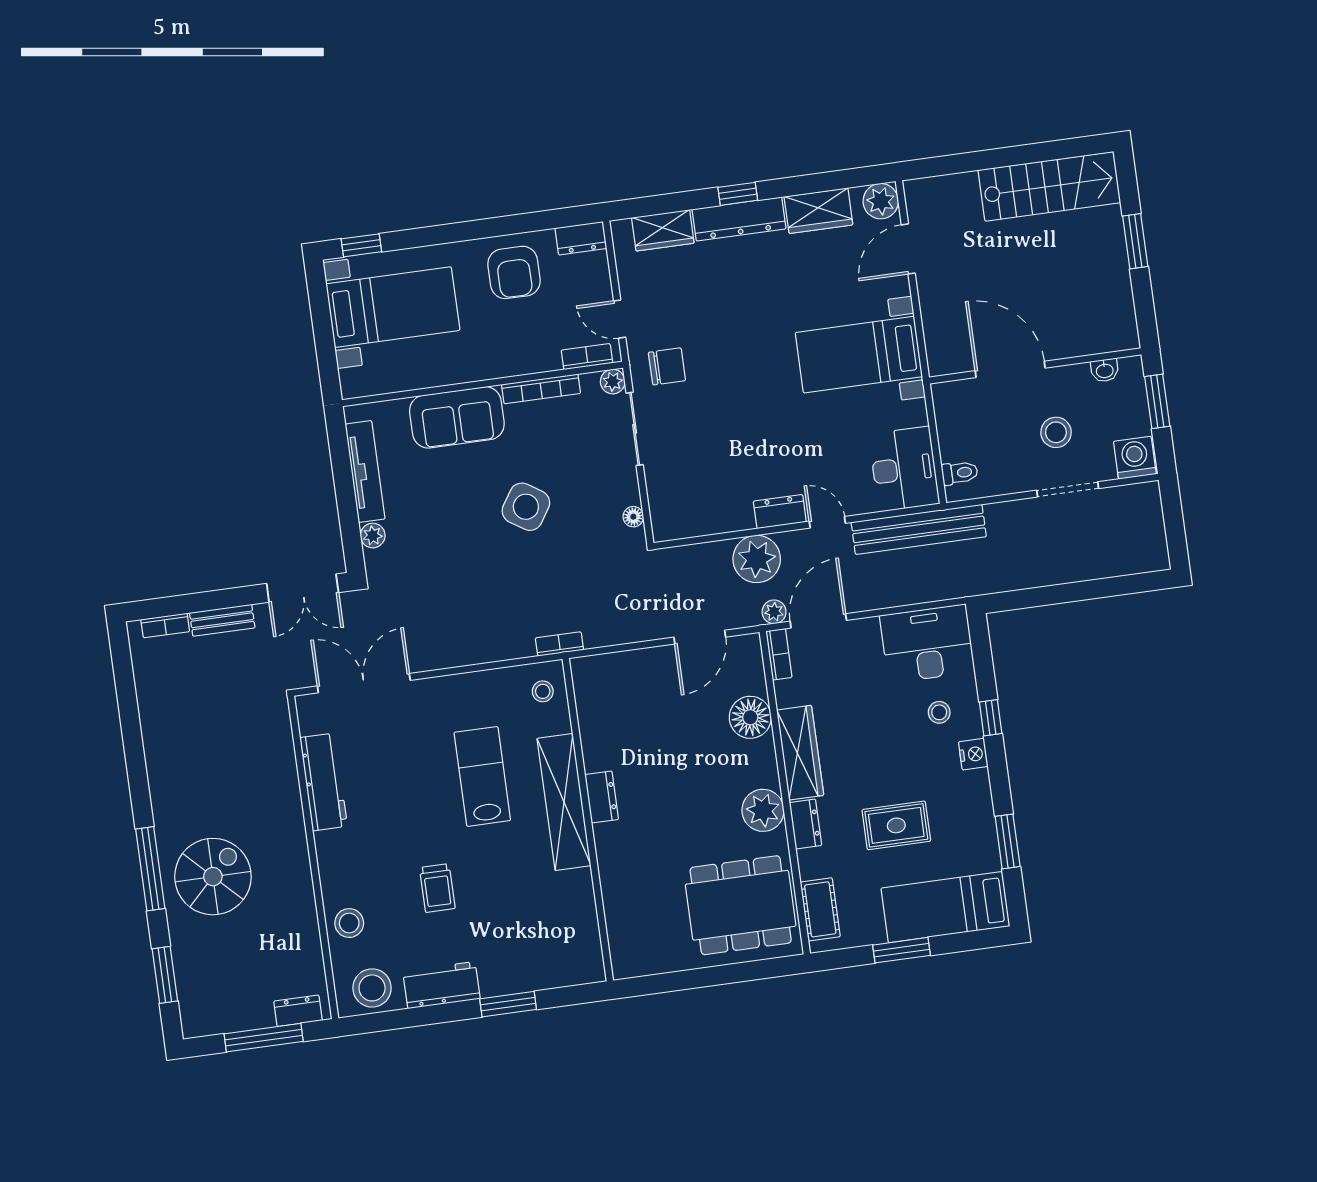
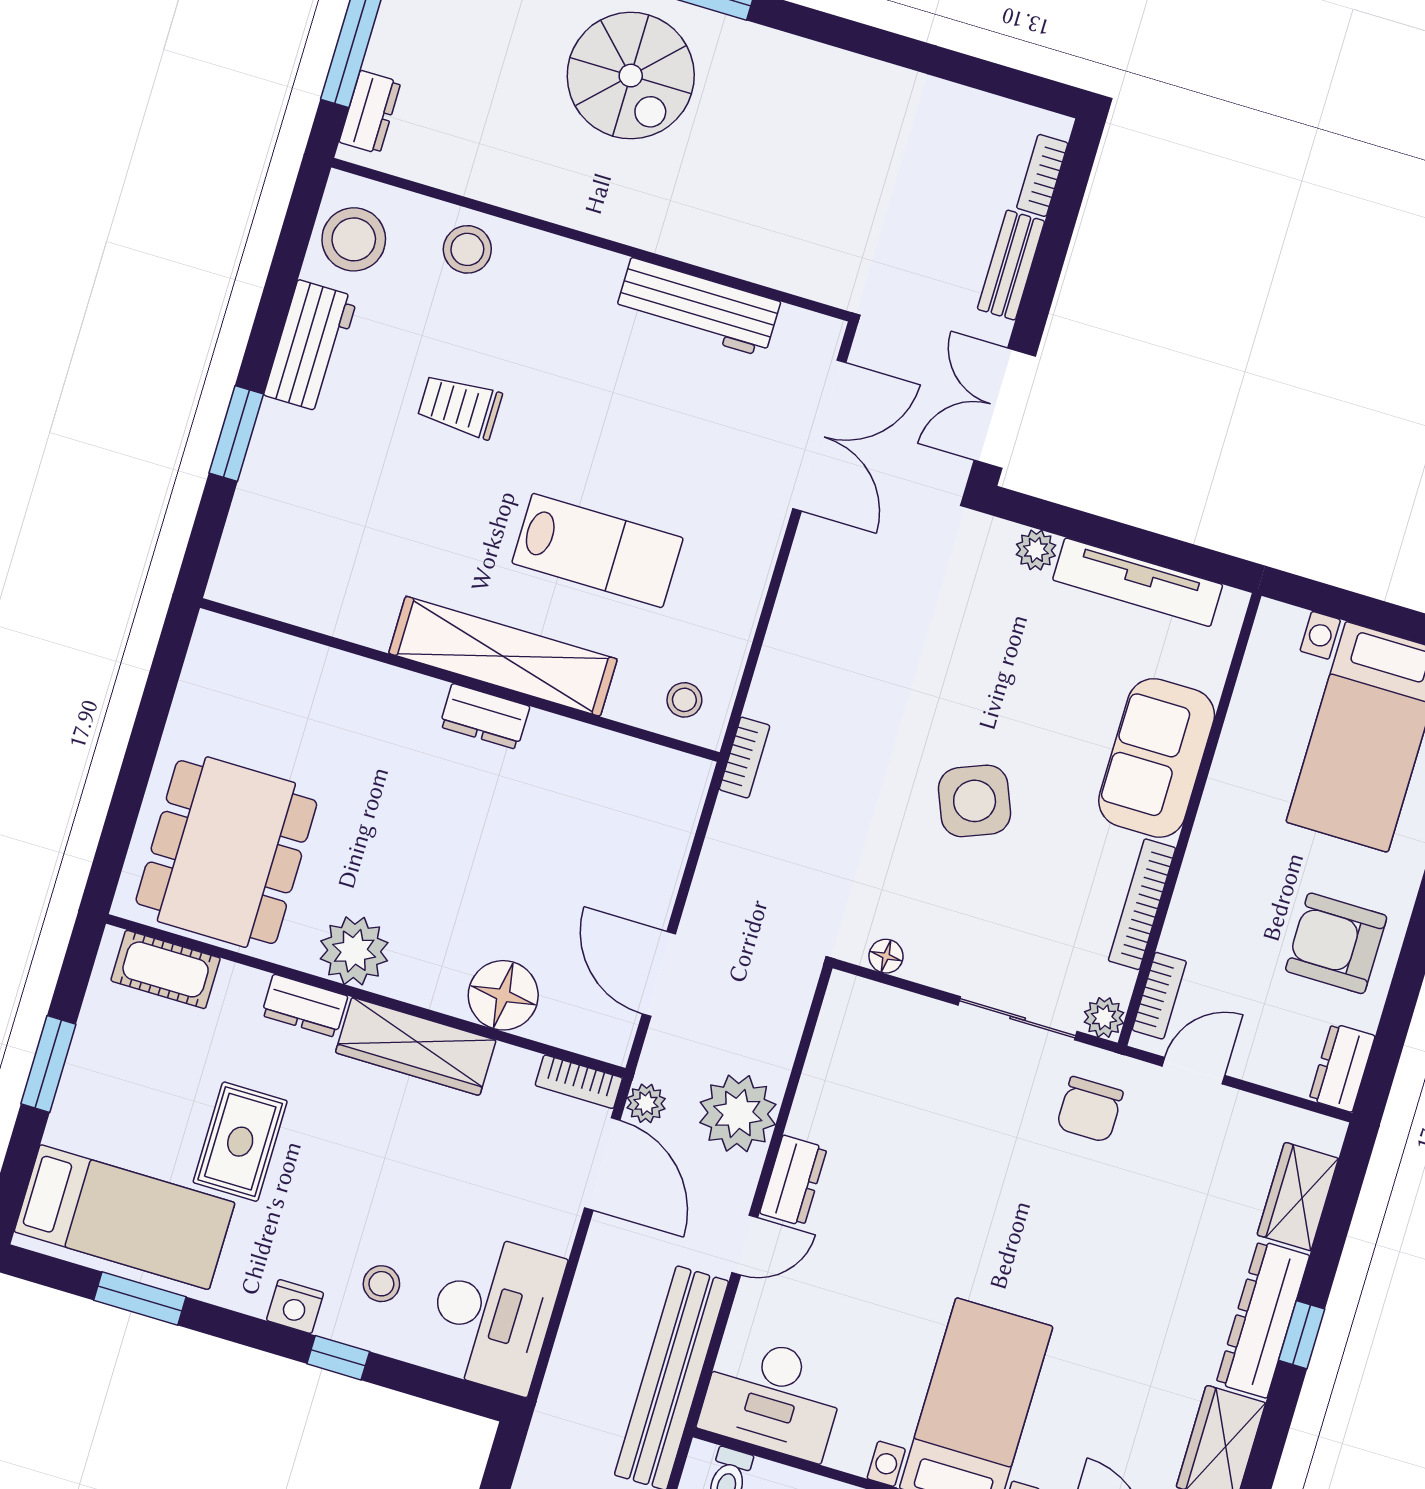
side table: (526, 507) -> (975, 801), turned 35
bed: (945, 907) -> (124, 1217), moved, turned 90

